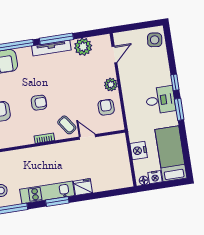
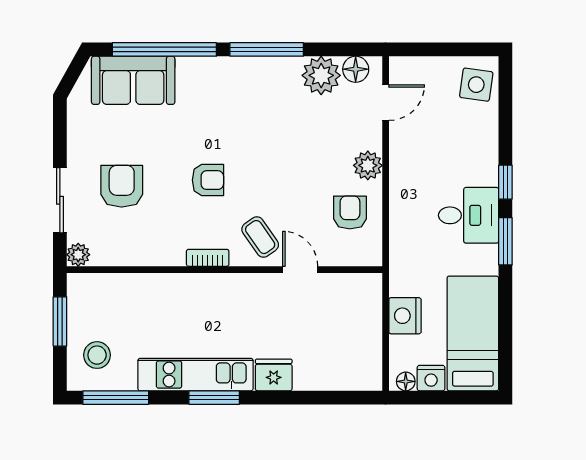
floor lamp: (98, 41) -> (356, 69), added
tv unit: (51, 48) -> (253, 67), removed

